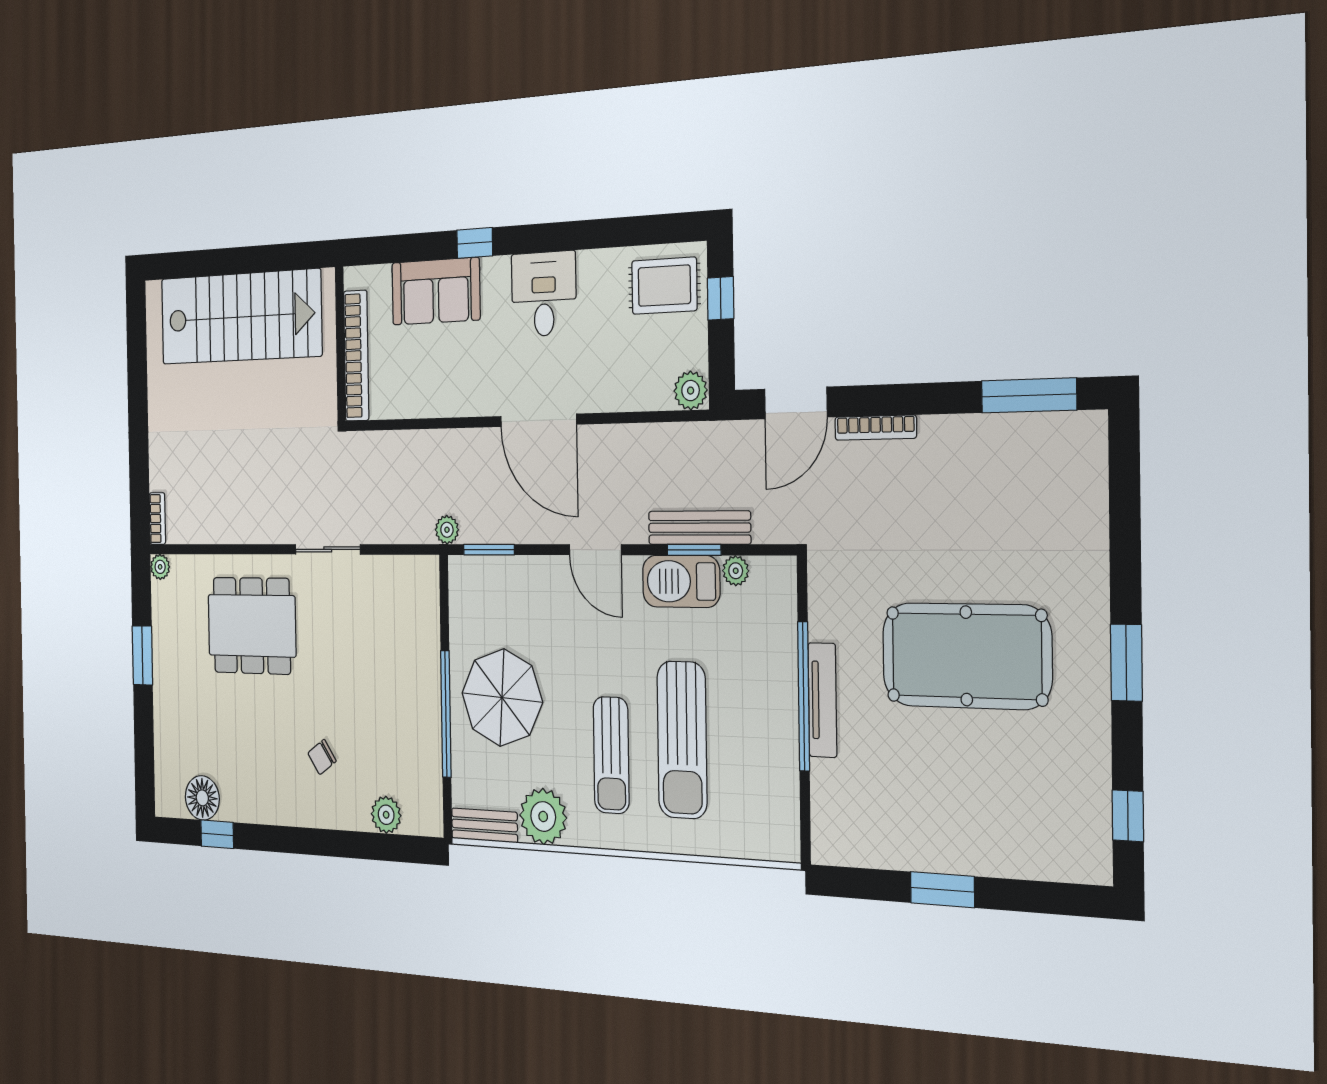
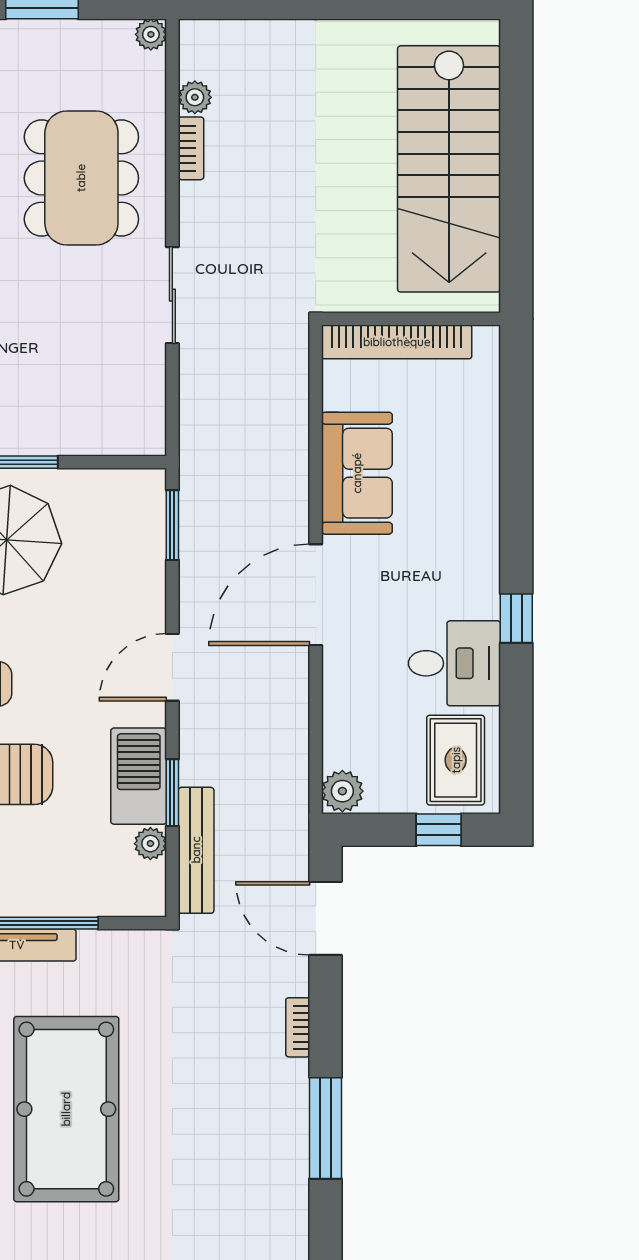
window: (475, 243) -> (516, 618), moved
sofa: (436, 291) -> (357, 473), moved, turned 180
desk: (544, 294) -> (454, 663), moved
window: (1029, 395) -> (325, 1128), moved
bookcase: (876, 428) -> (298, 1027), width x0.64
bookcase: (157, 519) -> (191, 148), moved, turned -90
bench: (699, 528) -> (196, 850), moved
plant: (447, 530) -> (195, 97), moved

